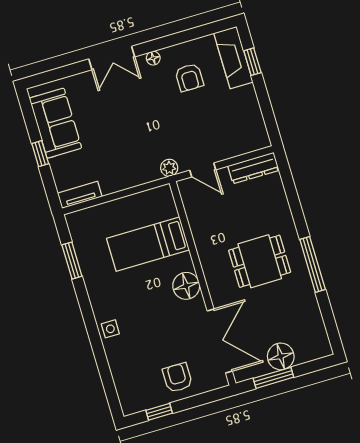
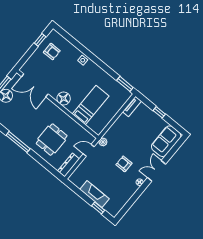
fireplace: (233, 58) -> (95, 194), moved
armchair: (189, 77) -> (124, 164), moved
sofa: (55, 123) -> (166, 141), moved, turned 90
window: (72, 261) -> (125, 84), moved
dining table: (260, 261) -> (52, 140), moved
armchair: (178, 378) -> (52, 52), moved

